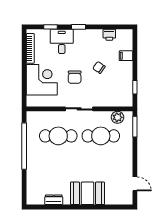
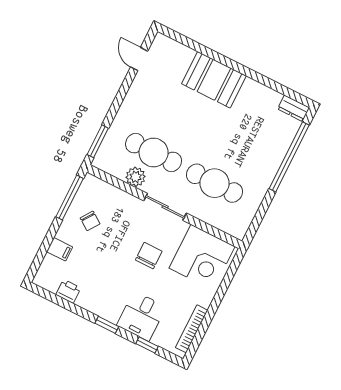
chair: (99, 67) -> (90, 221), moved
corner desk: (42, 80) -> (202, 257), moved, turned -90
window: (135, 87) -> (70, 198), width x2.17
plant: (117, 117) -> (136, 177), moved
window: (24, 146) -> (289, 157), moved
dresser: (54, 200) -> (294, 108), moved

